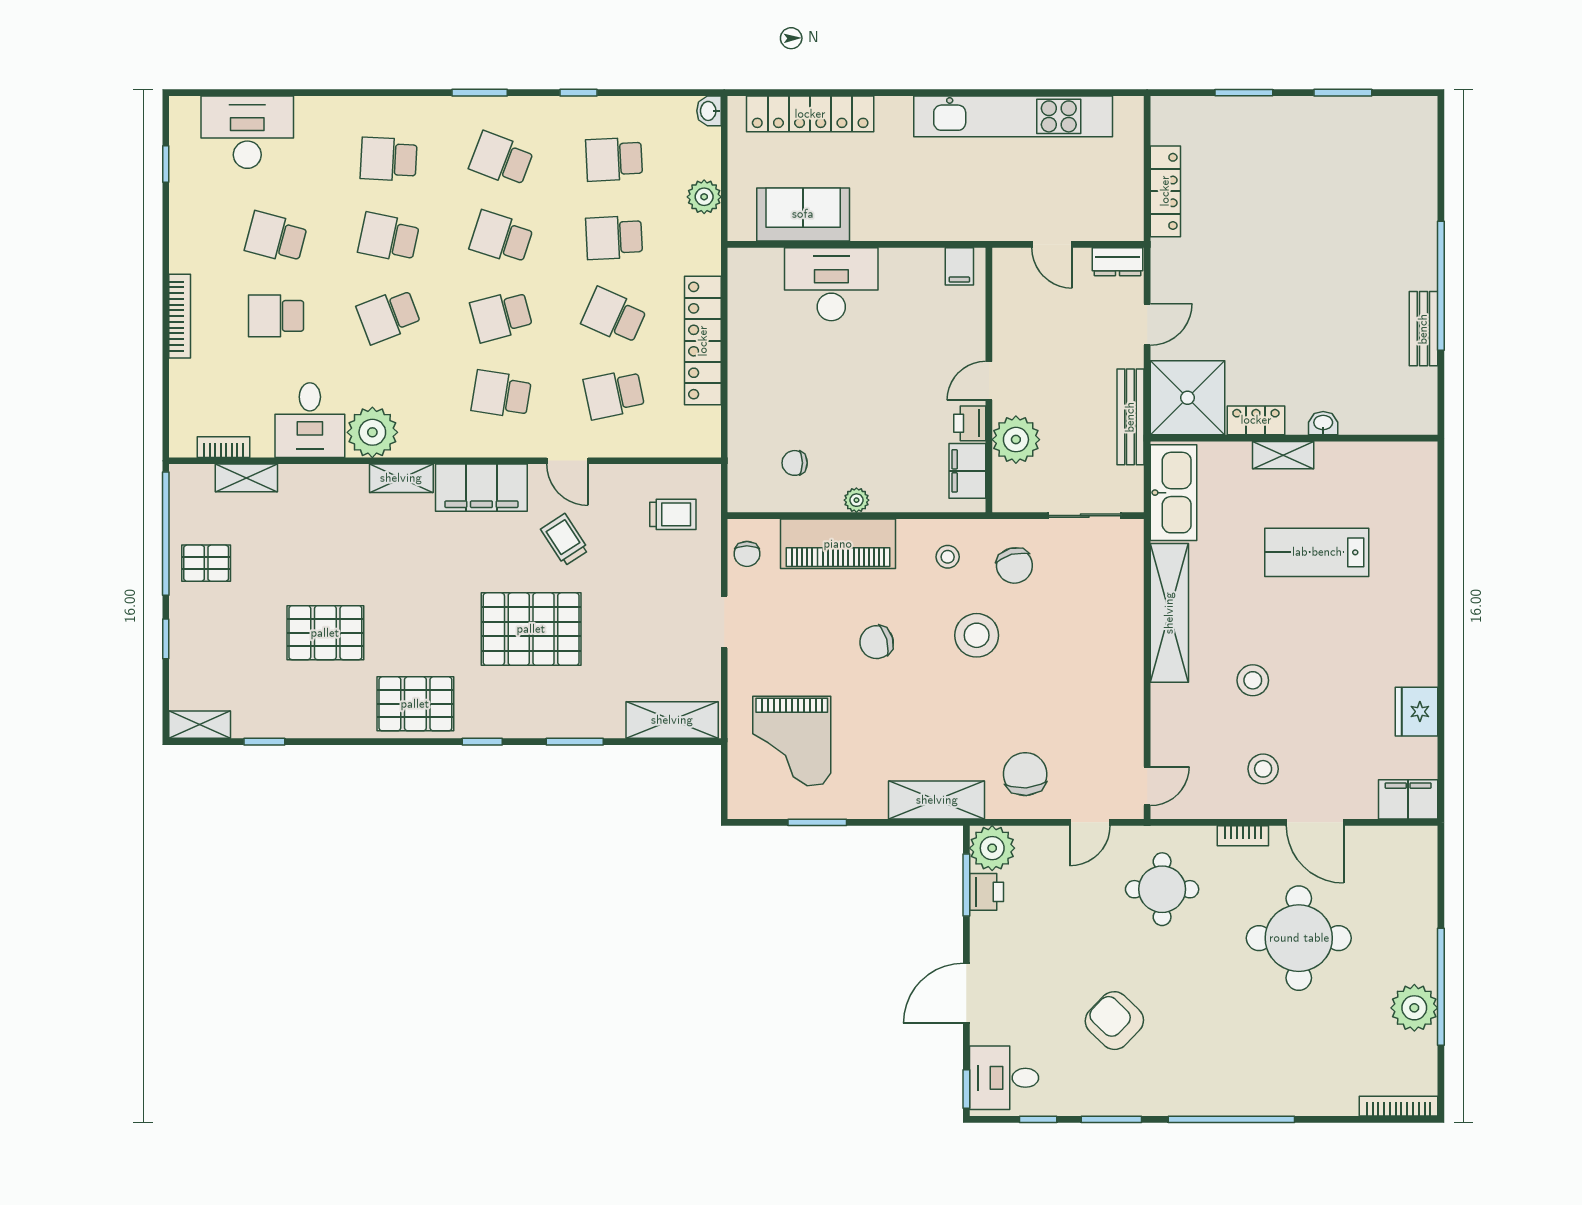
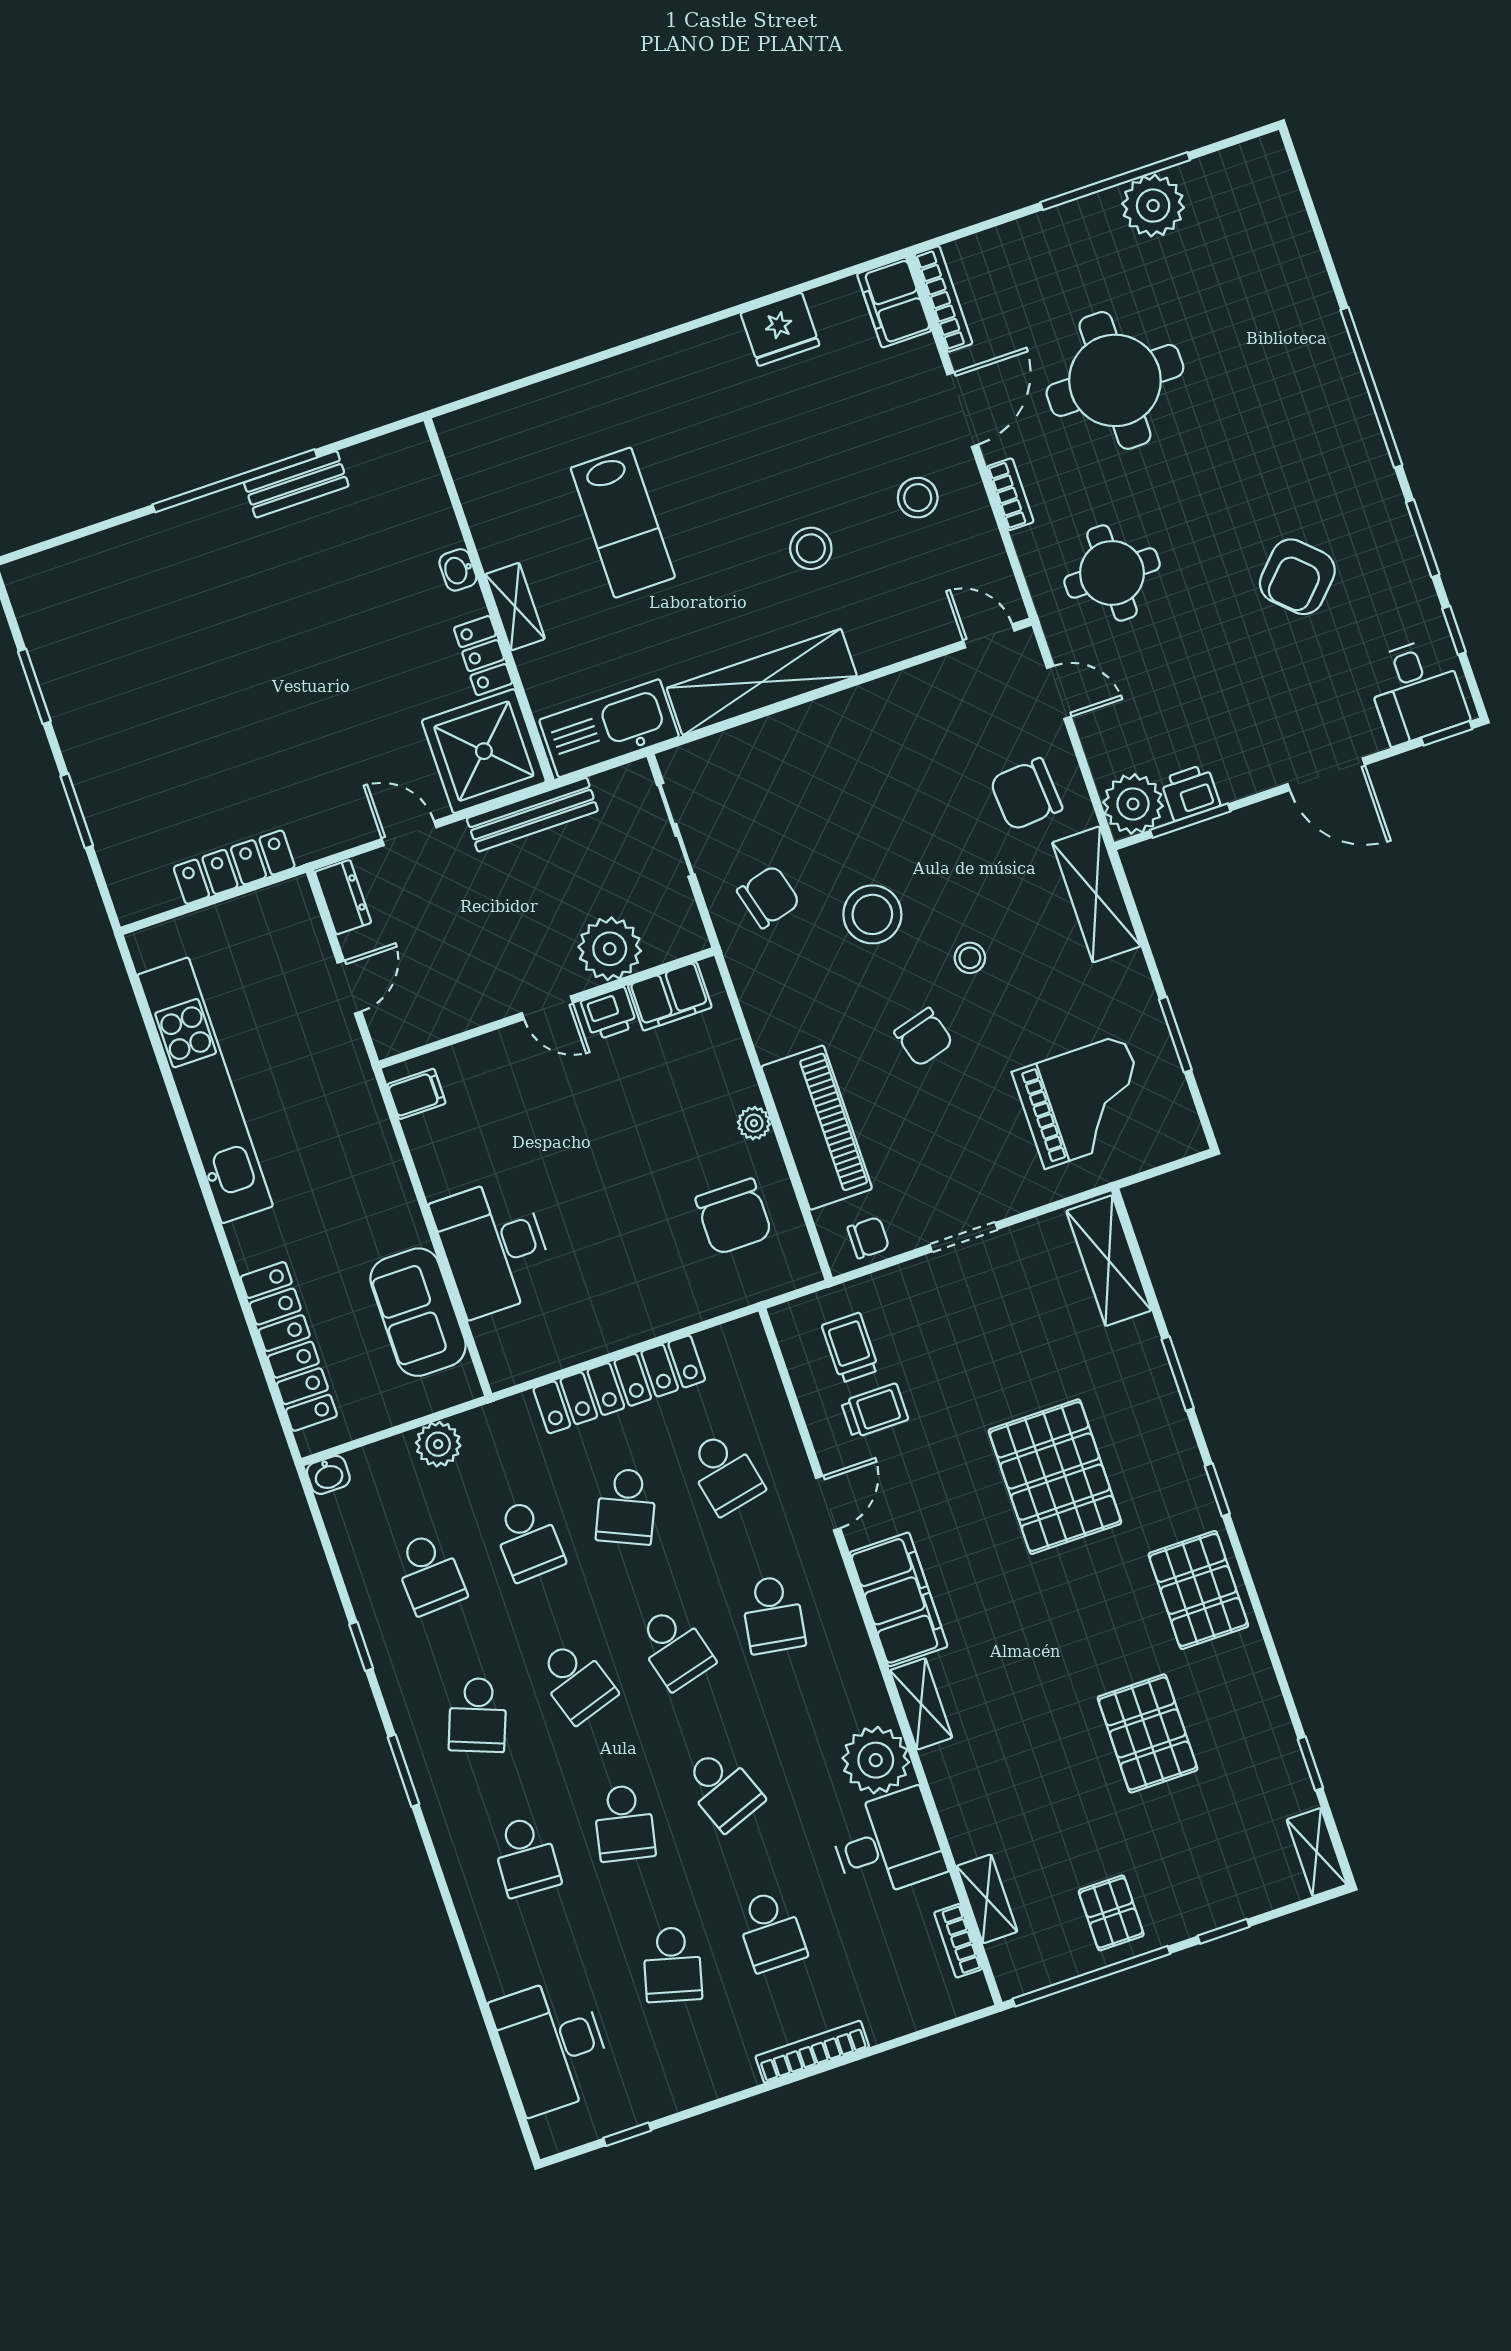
school desk: (501, 238) -> (576, 1681), turned -36
chair: (795, 463) -> (734, 1217), width x1.87, depth x1.87
trolley: (565, 540) -> (875, 1411), moved, turned -147
stool: (948, 557) -> (970, 958), moved
bookcase: (1399, 1106) -> (943, 299), moved, turned 180

